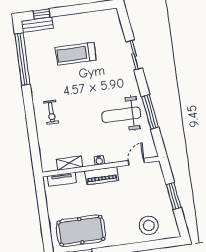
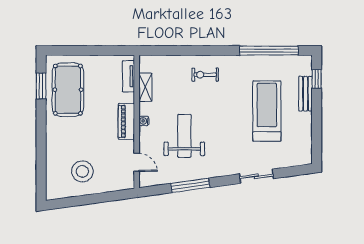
bench: (37, 25) -> (306, 94), moved
treadmill: (76, 54) -> (267, 111), width x1.37, depth x1.37
weight bench: (121, 115) -> (184, 136), moved
window: (174, 196) -> (93, 199), removed
stool: (149, 225) -> (82, 171), moved

